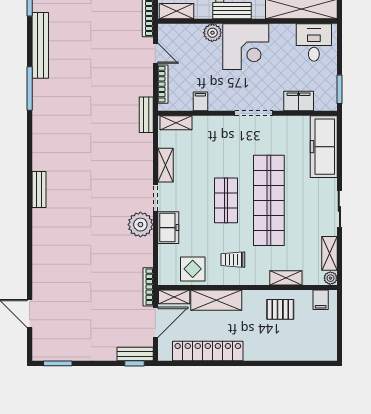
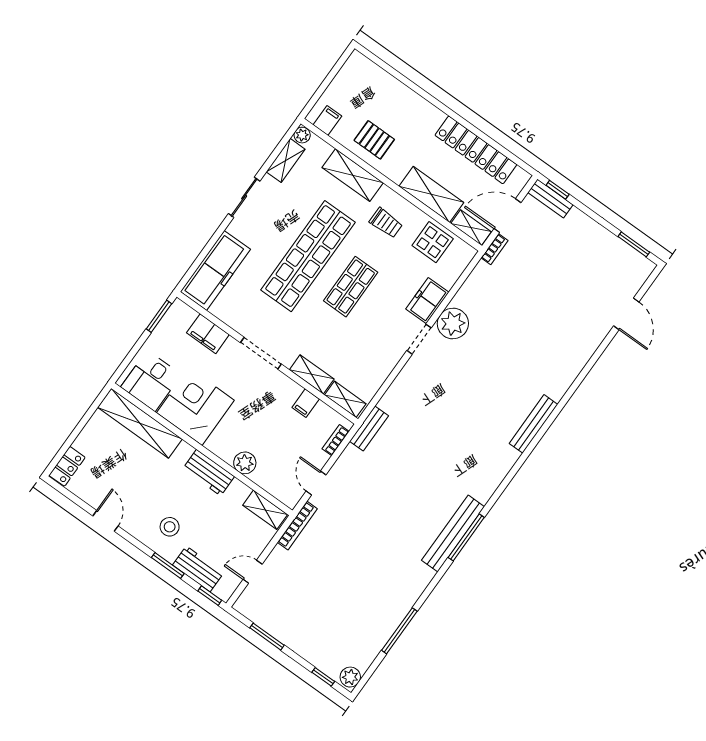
bench: (40, 45) -> (453, 534), moved
corner desk: (246, 47) -> (195, 406), moved
bookcase: (163, 84) -> (336, 440), width x0.64
shelving: (166, 165) -> (312, 374), moved, turned 90
bench: (39, 190) -> (533, 424), width x1.36
shelving: (286, 278) -> (353, 175), width x1.50, depth x1.33
bookcase: (148, 287) -> (494, 249), width x0.64

